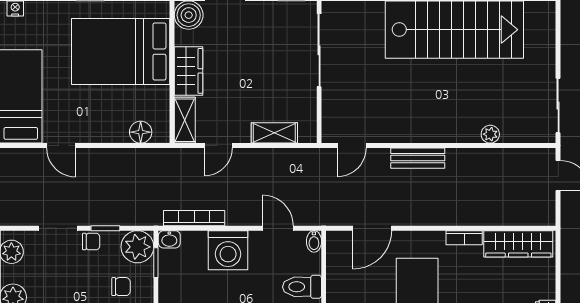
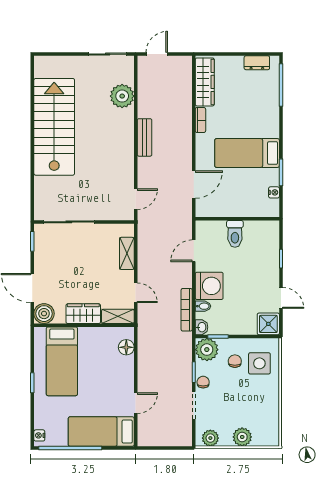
bed: (121, 52) -> (62, 361), width x0.67
plant: (490, 134) -> (122, 96), width x1.88, depth x1.88
door: (352, 146) -> (136, 199), hinge flipped
bench: (418, 158) -> (144, 137), moved
door: (372, 228) -> (194, 185), hinge flipped
bidet: (314, 241) -> (203, 306), moved

